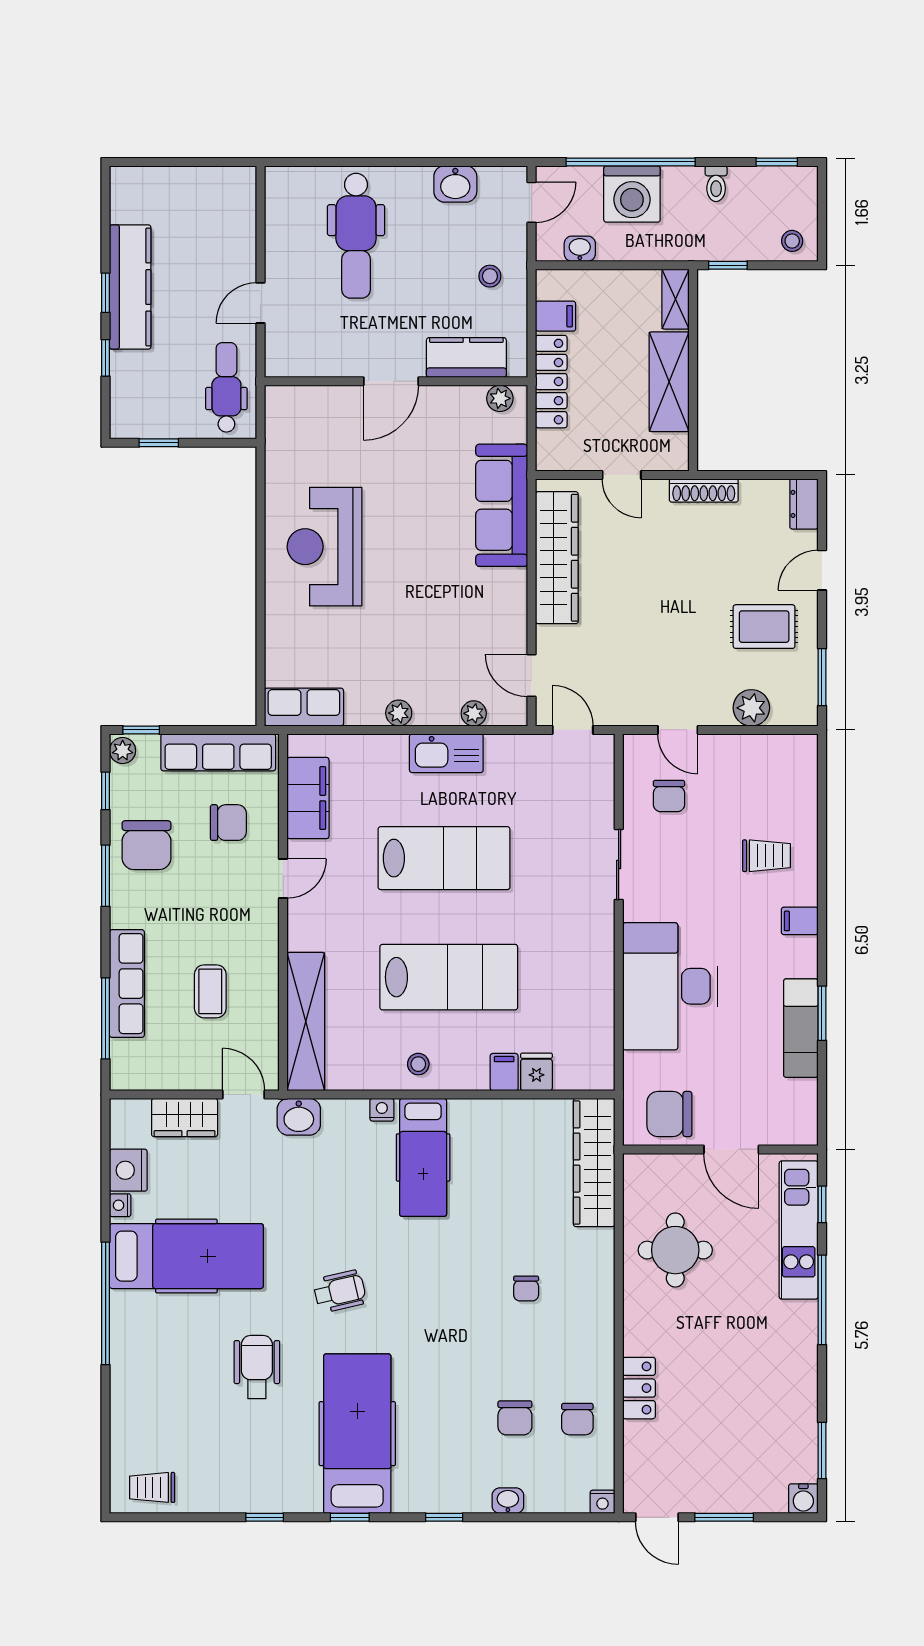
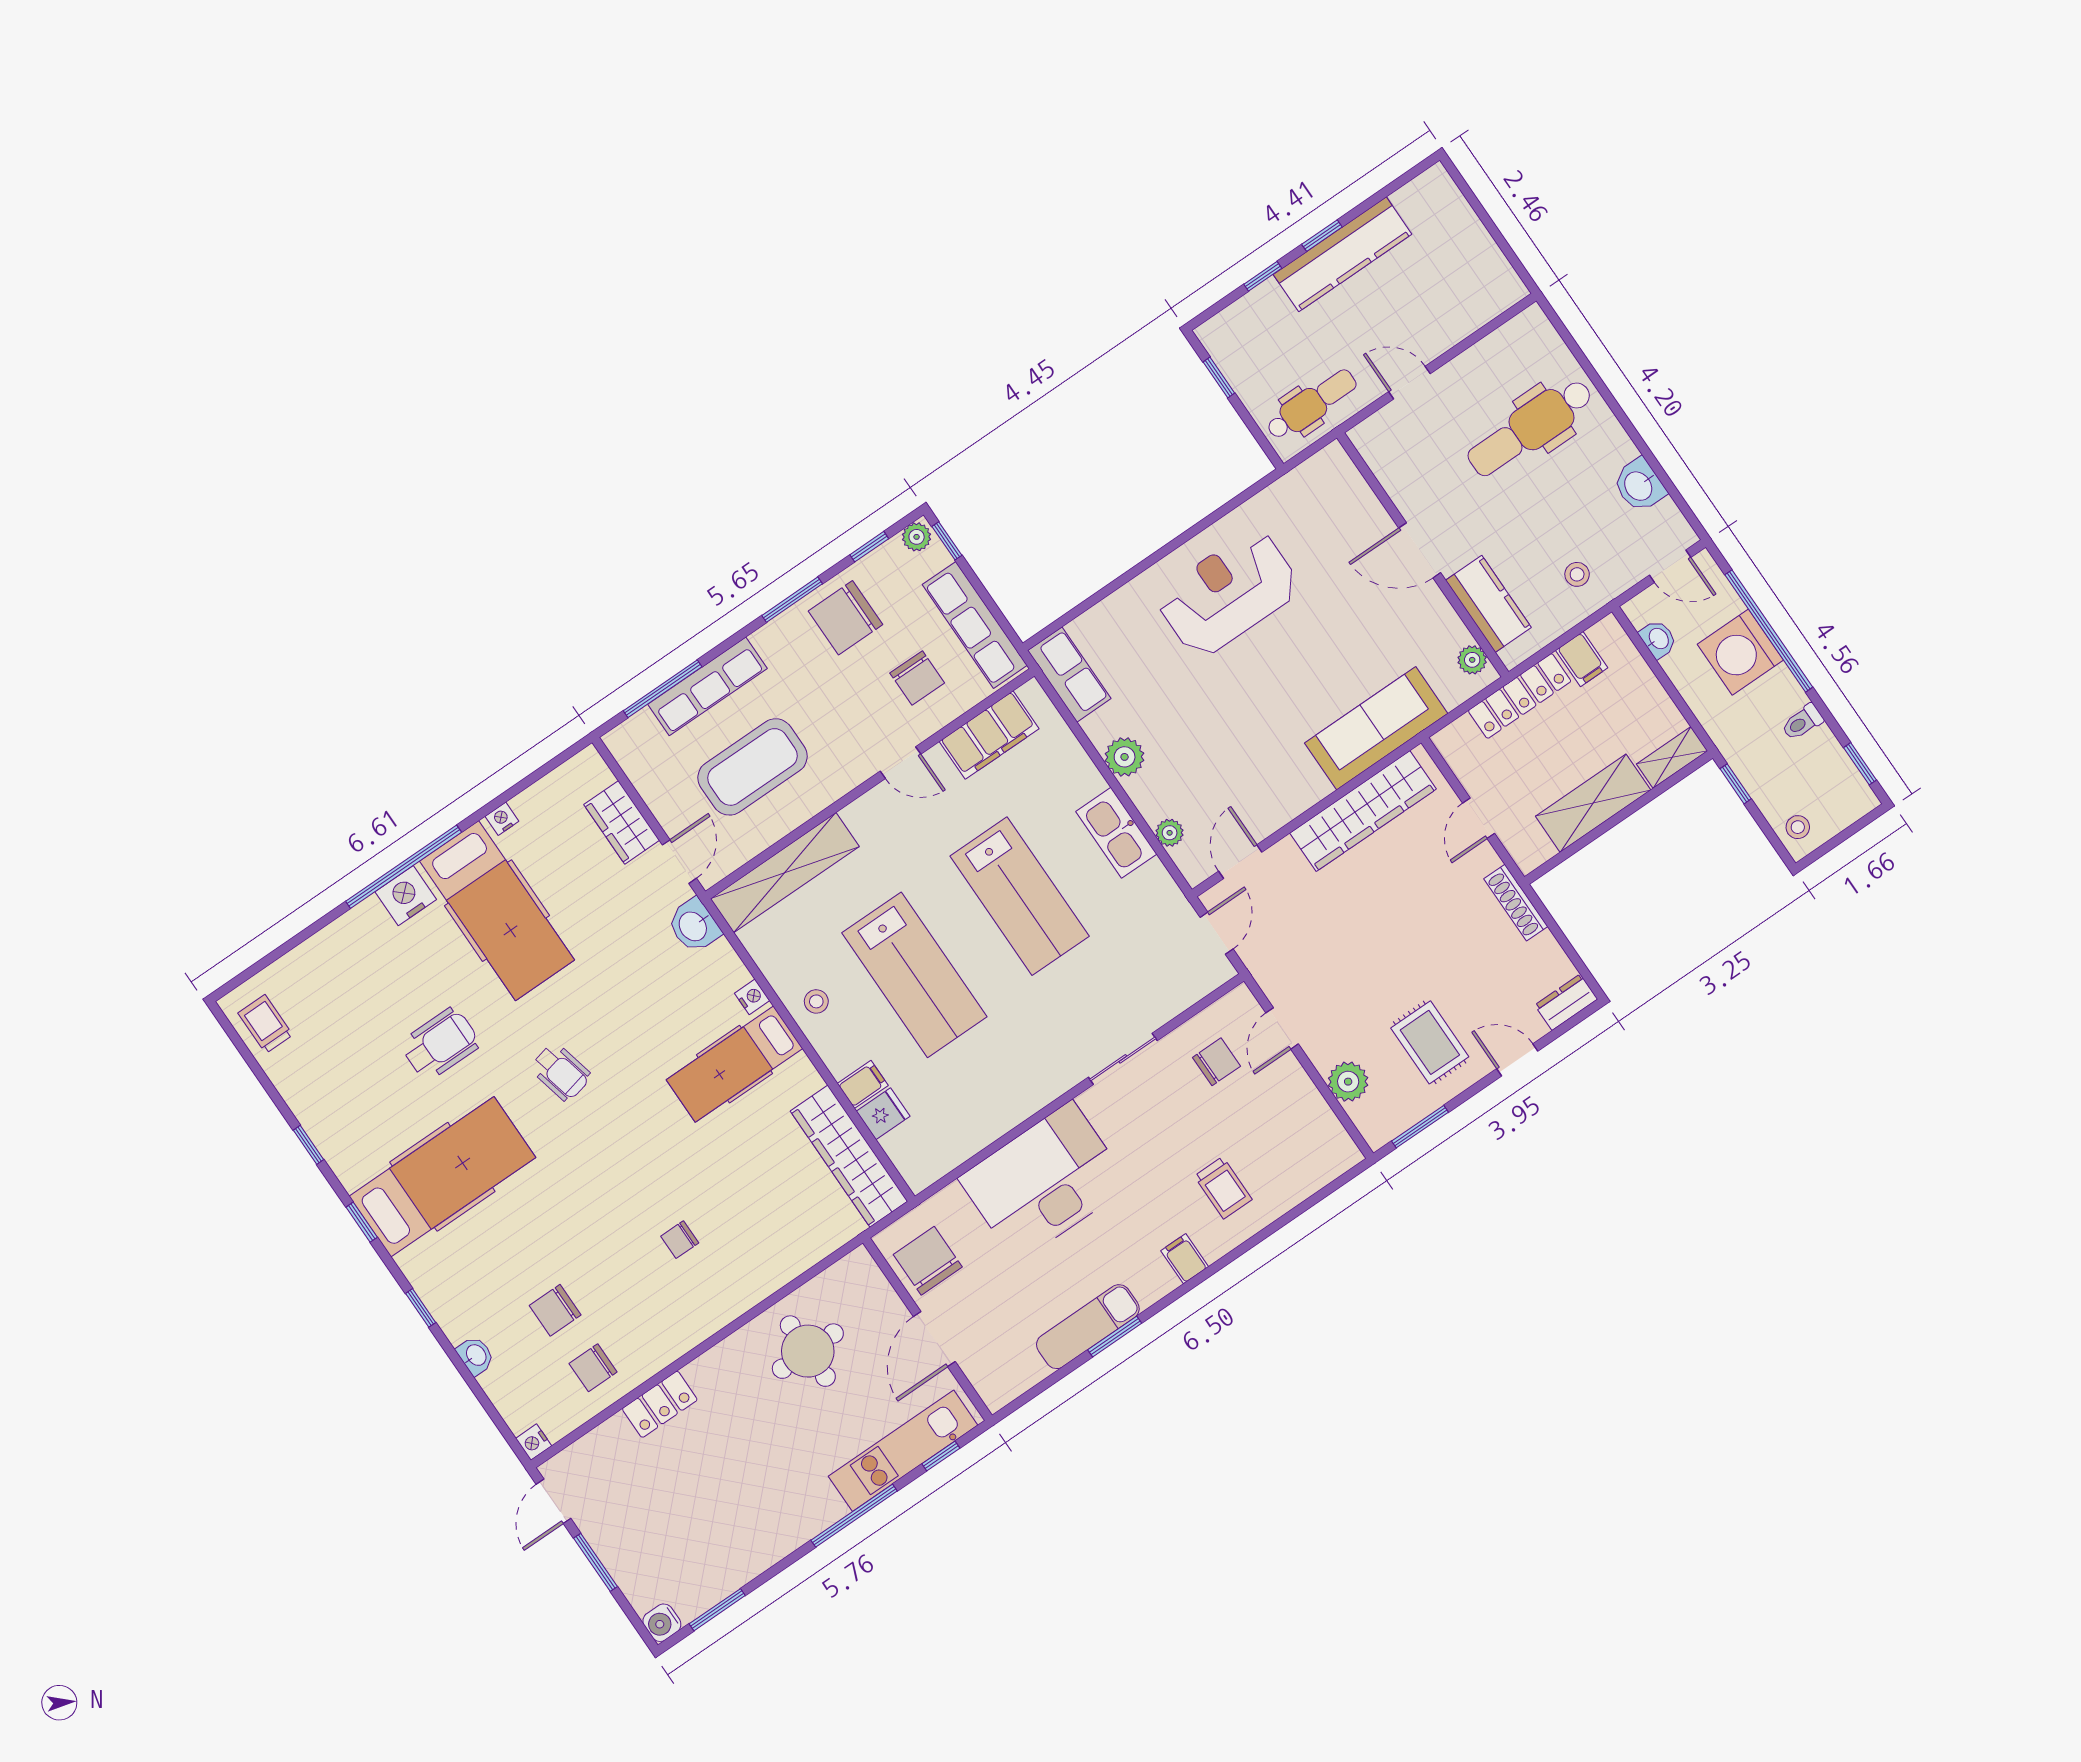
plant: (399, 713) -> (1125, 757), width x1.38, depth x1.38
chair: (669, 796) -> (1216, 1062), turned 180
coffee table: (210, 991) -> (752, 767), width x1.86, depth x1.72
wardrobe: (594, 1163) -> (849, 1156), moved, turned -90
nightstand: (128, 1170) -> (406, 896), moved

